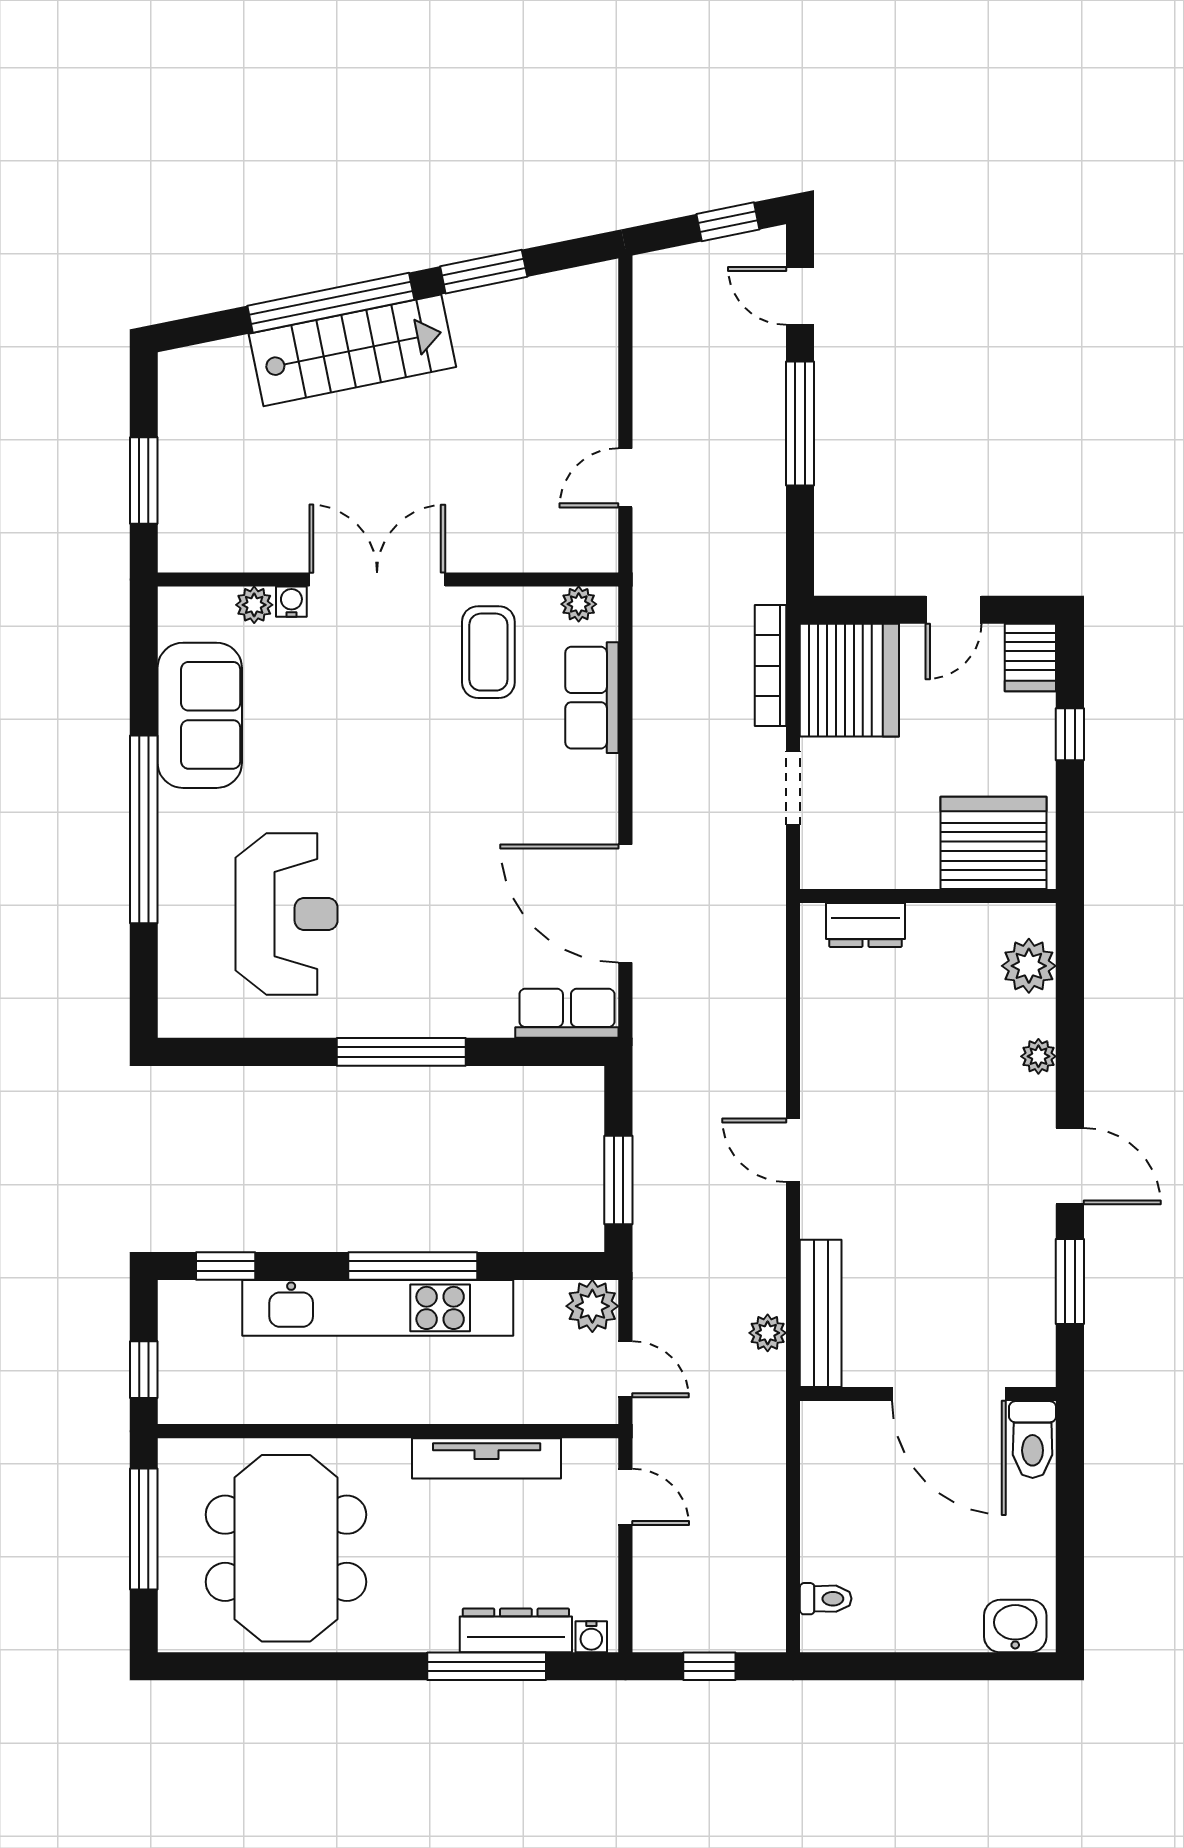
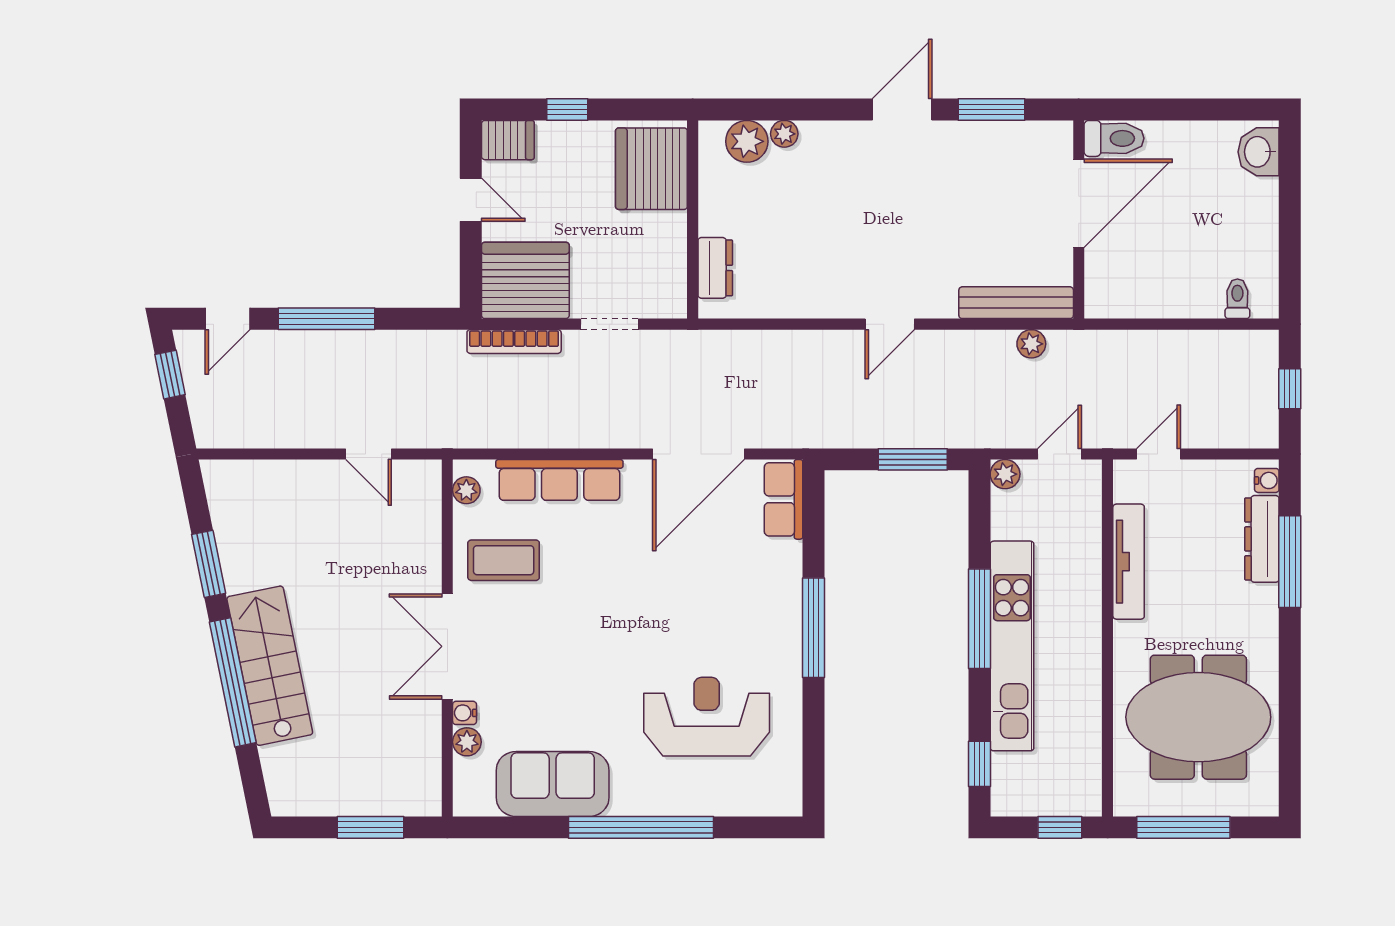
row of seats: (592, 698) -> (559, 480), width x1.48
plant: (1038, 1056) -> (784, 134), moved
plant: (592, 1306) -> (1005, 474), width x0.73, depth x0.73

